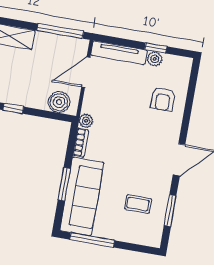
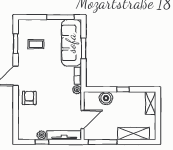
armchair: (163, 99) -> (29, 98), moved
boiler: (59, 102) -> (106, 98), moved

